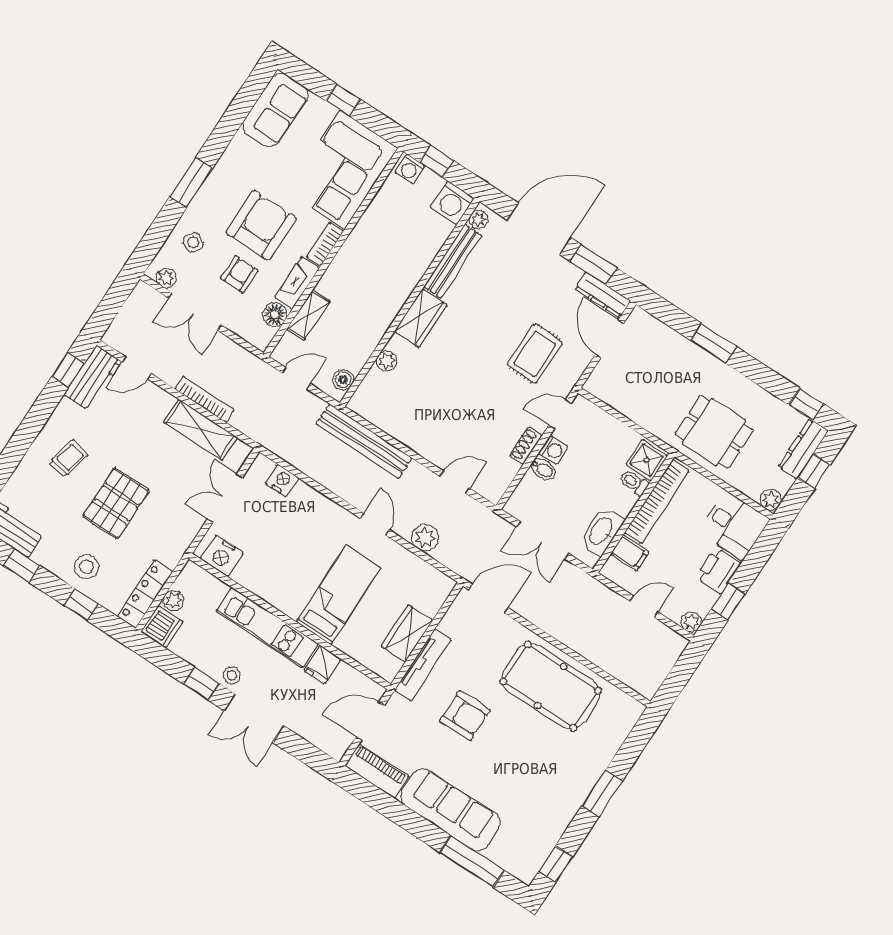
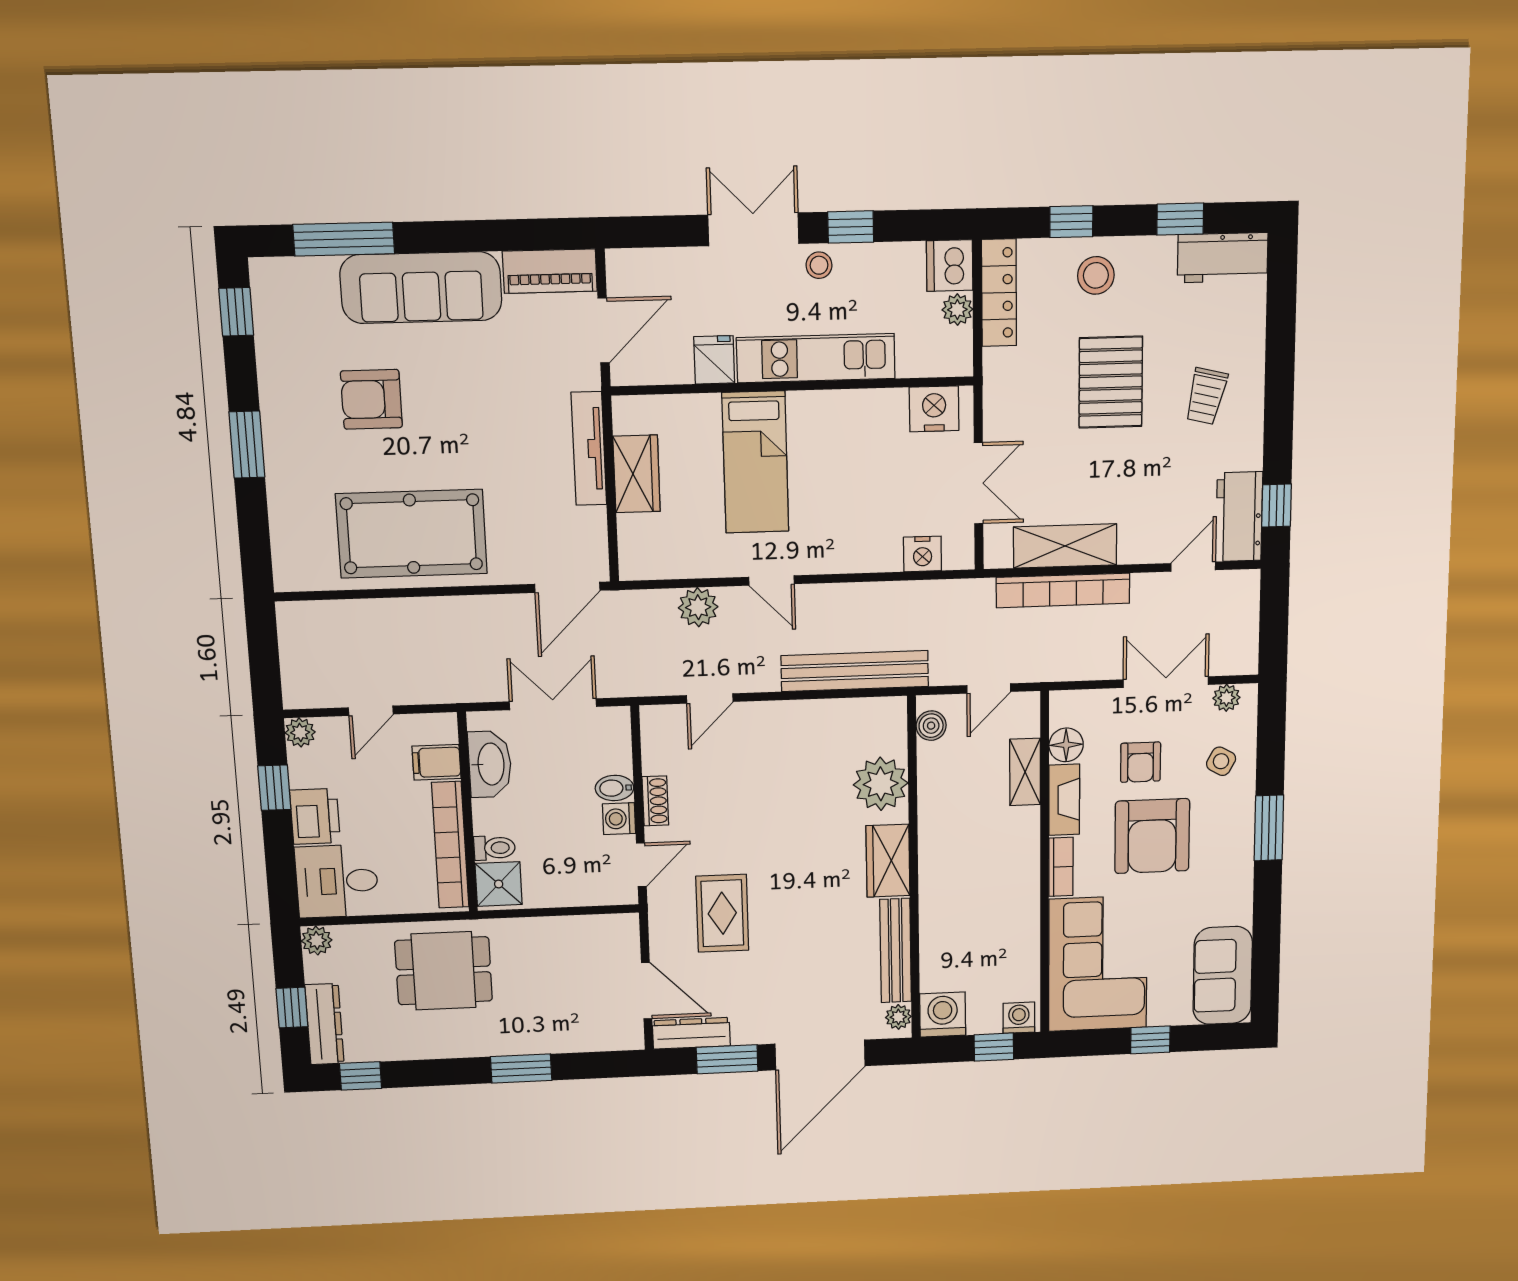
plant: (387, 361) -> (881, 784), width x1.87, depth x1.87
bookcase: (204, 399) -> (1063, 590), width x1.48, depth x1.31
armchair: (465, 716) -> (371, 399), moved

